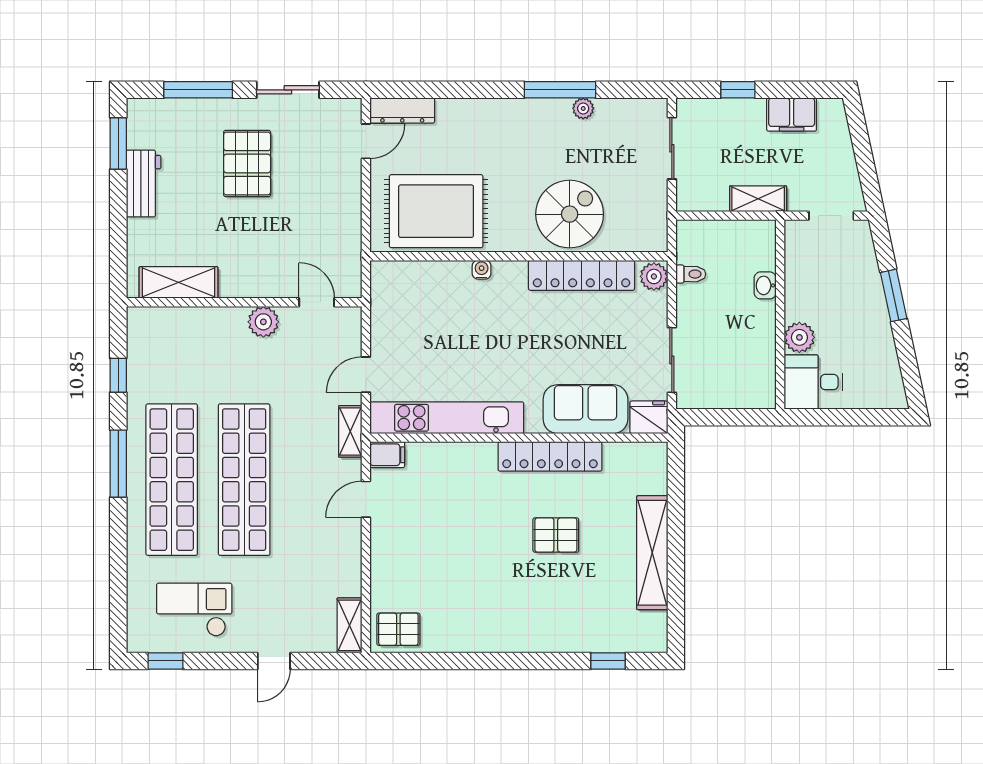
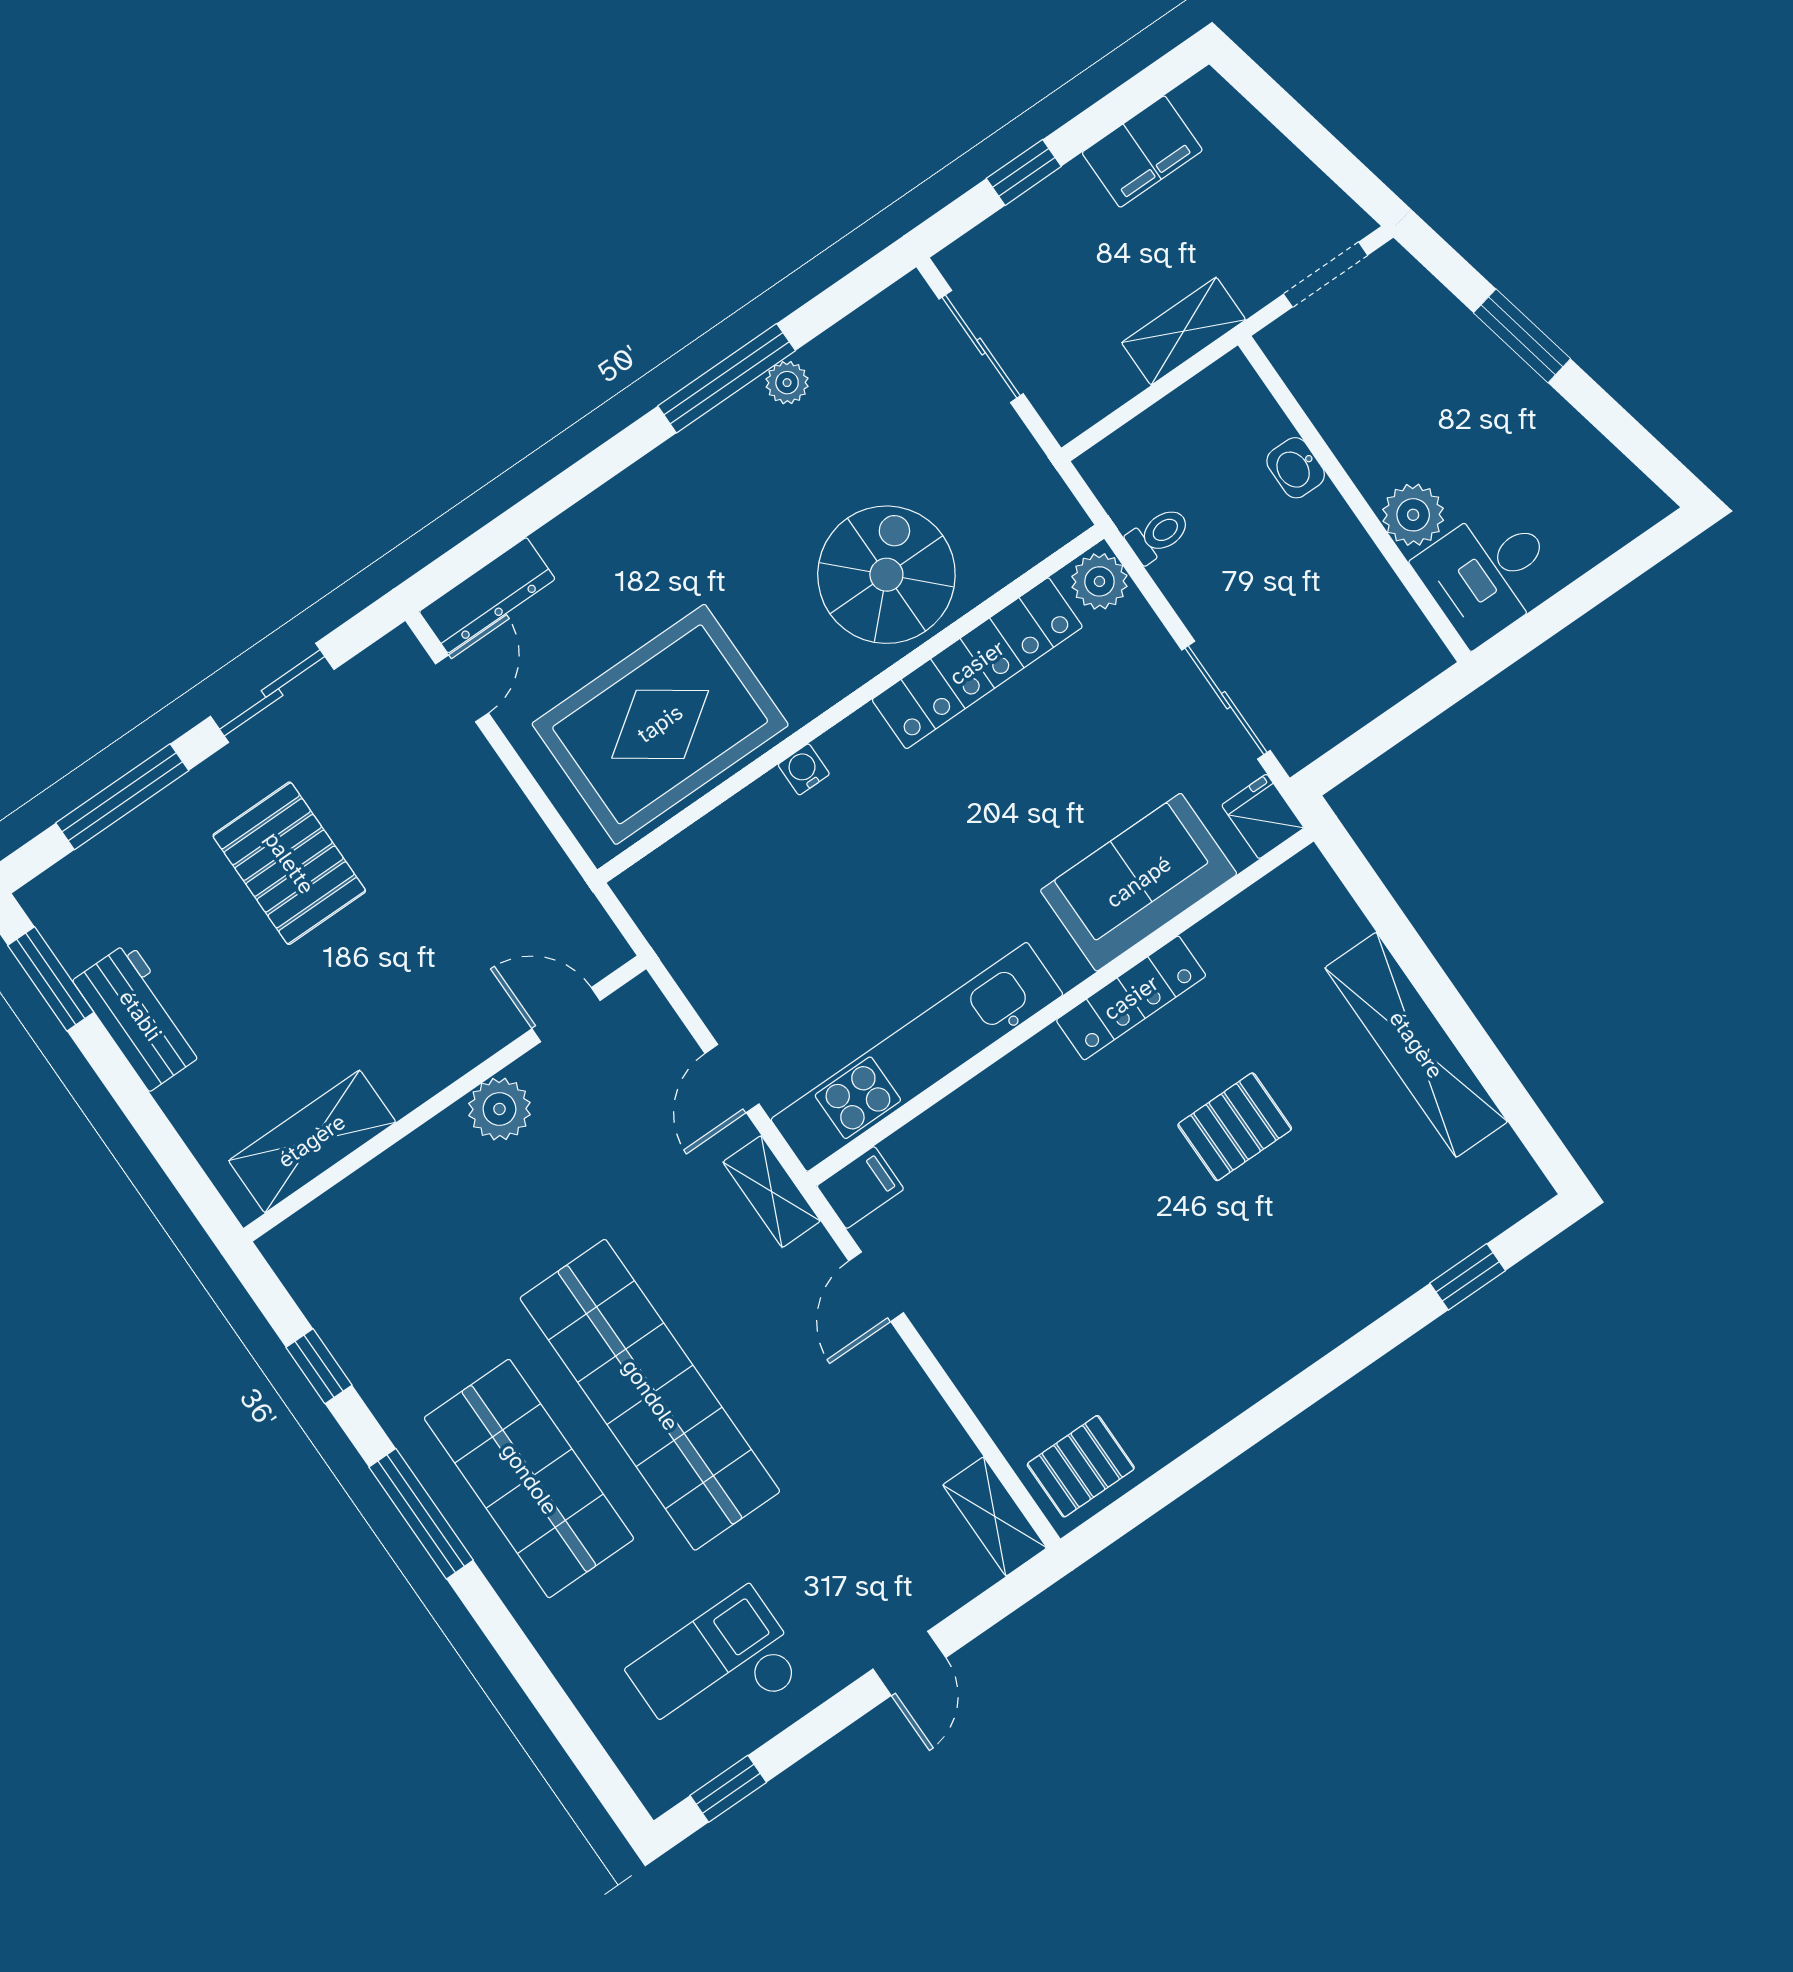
fridge: (649, 417) -> (1263, 816), width x0.72
locker: (550, 456) -> (1131, 998), width x0.71, depth x0.83
shop shelf: (172, 480) -> (529, 1479), width x0.71

